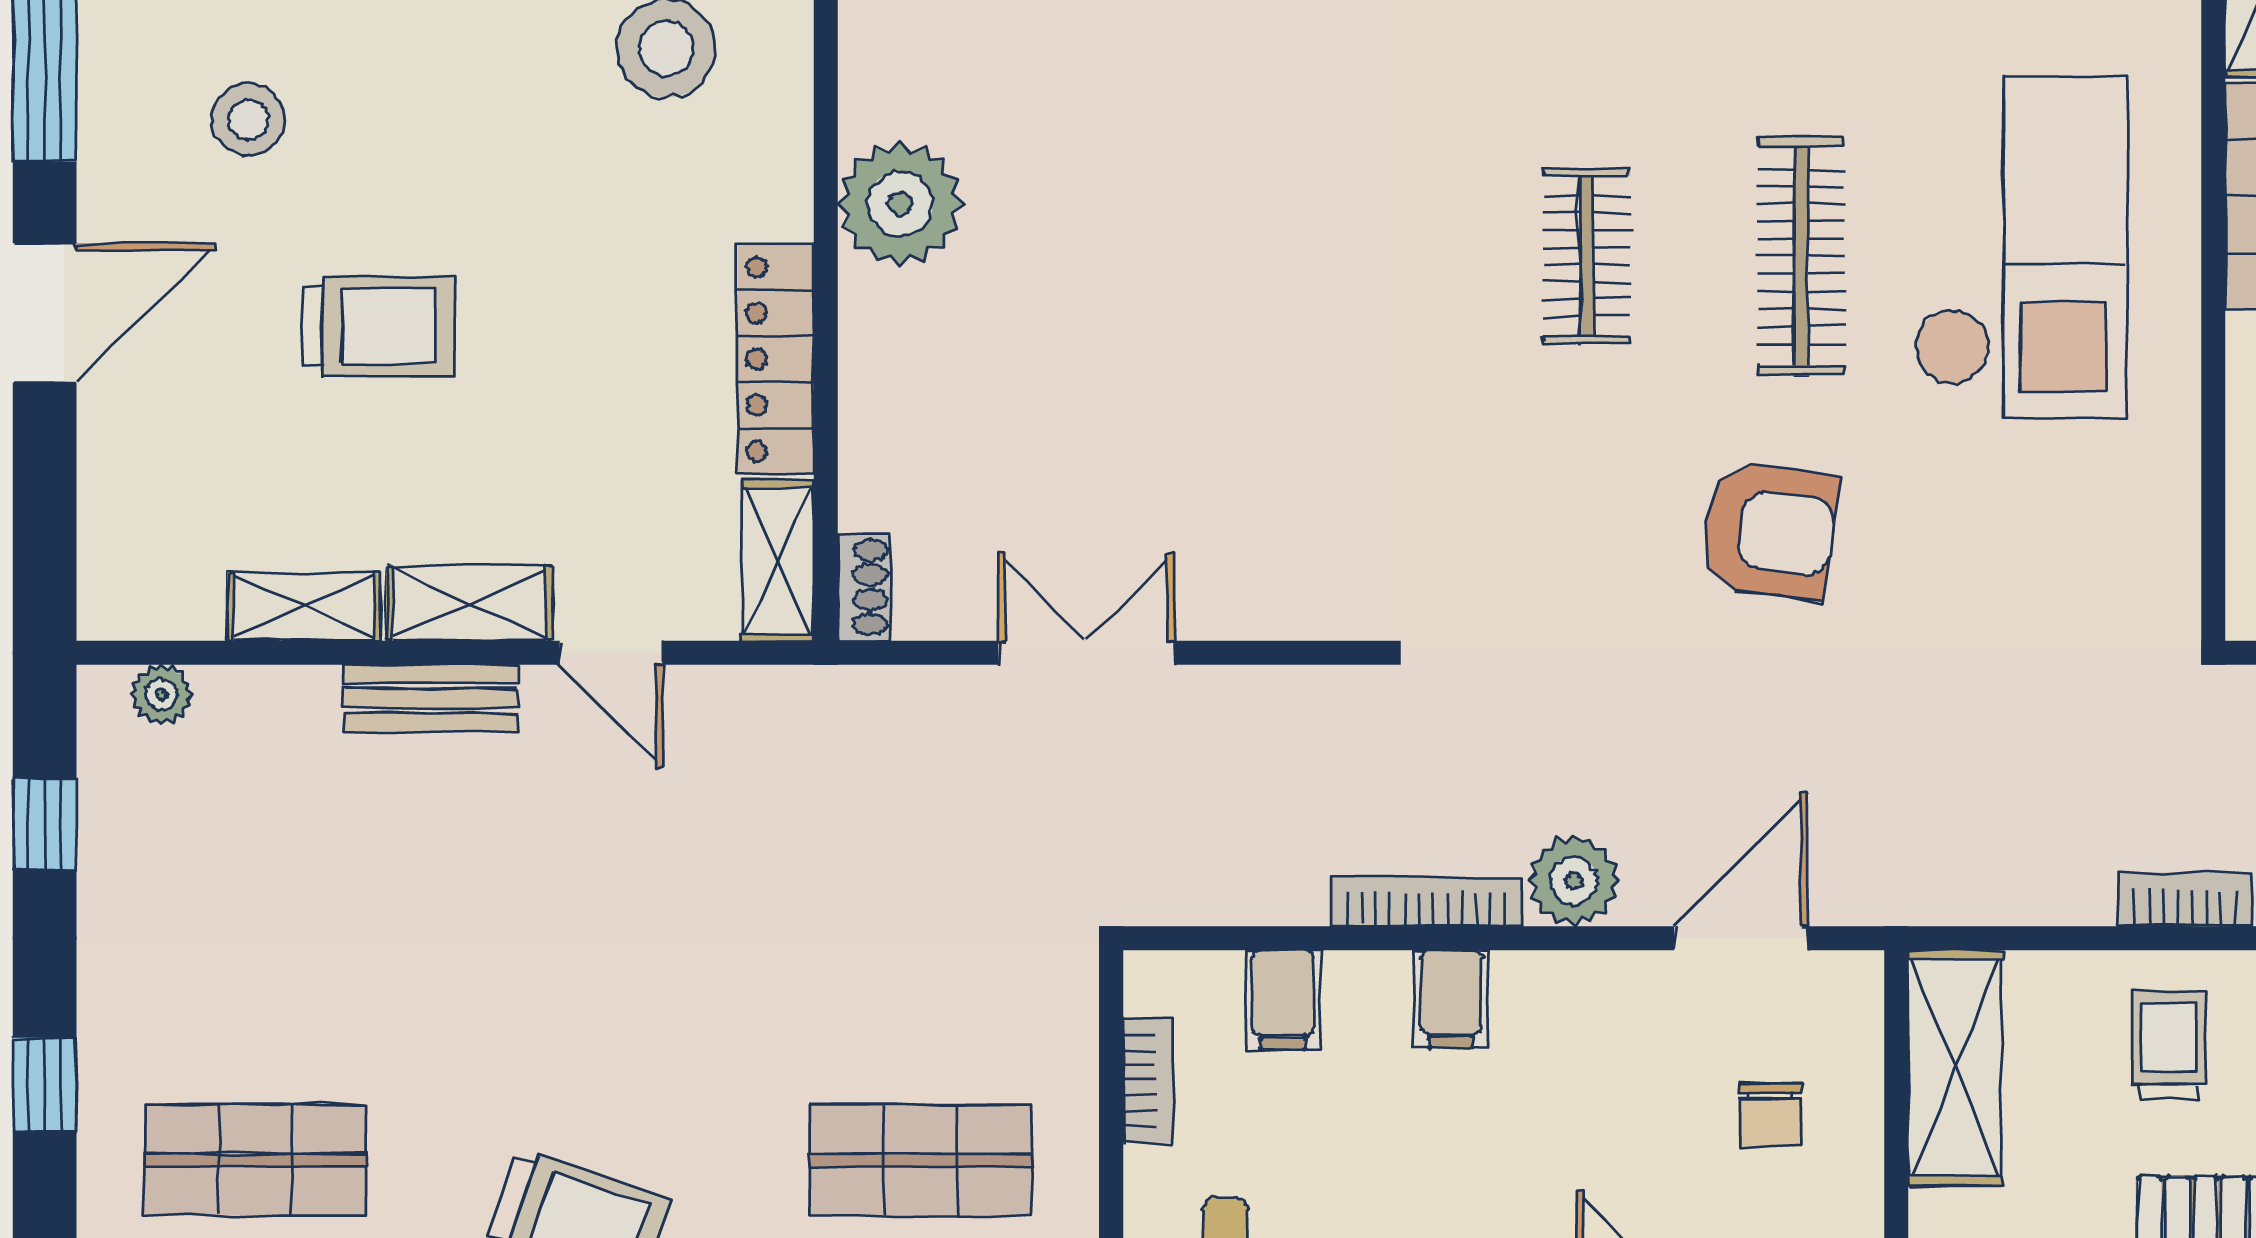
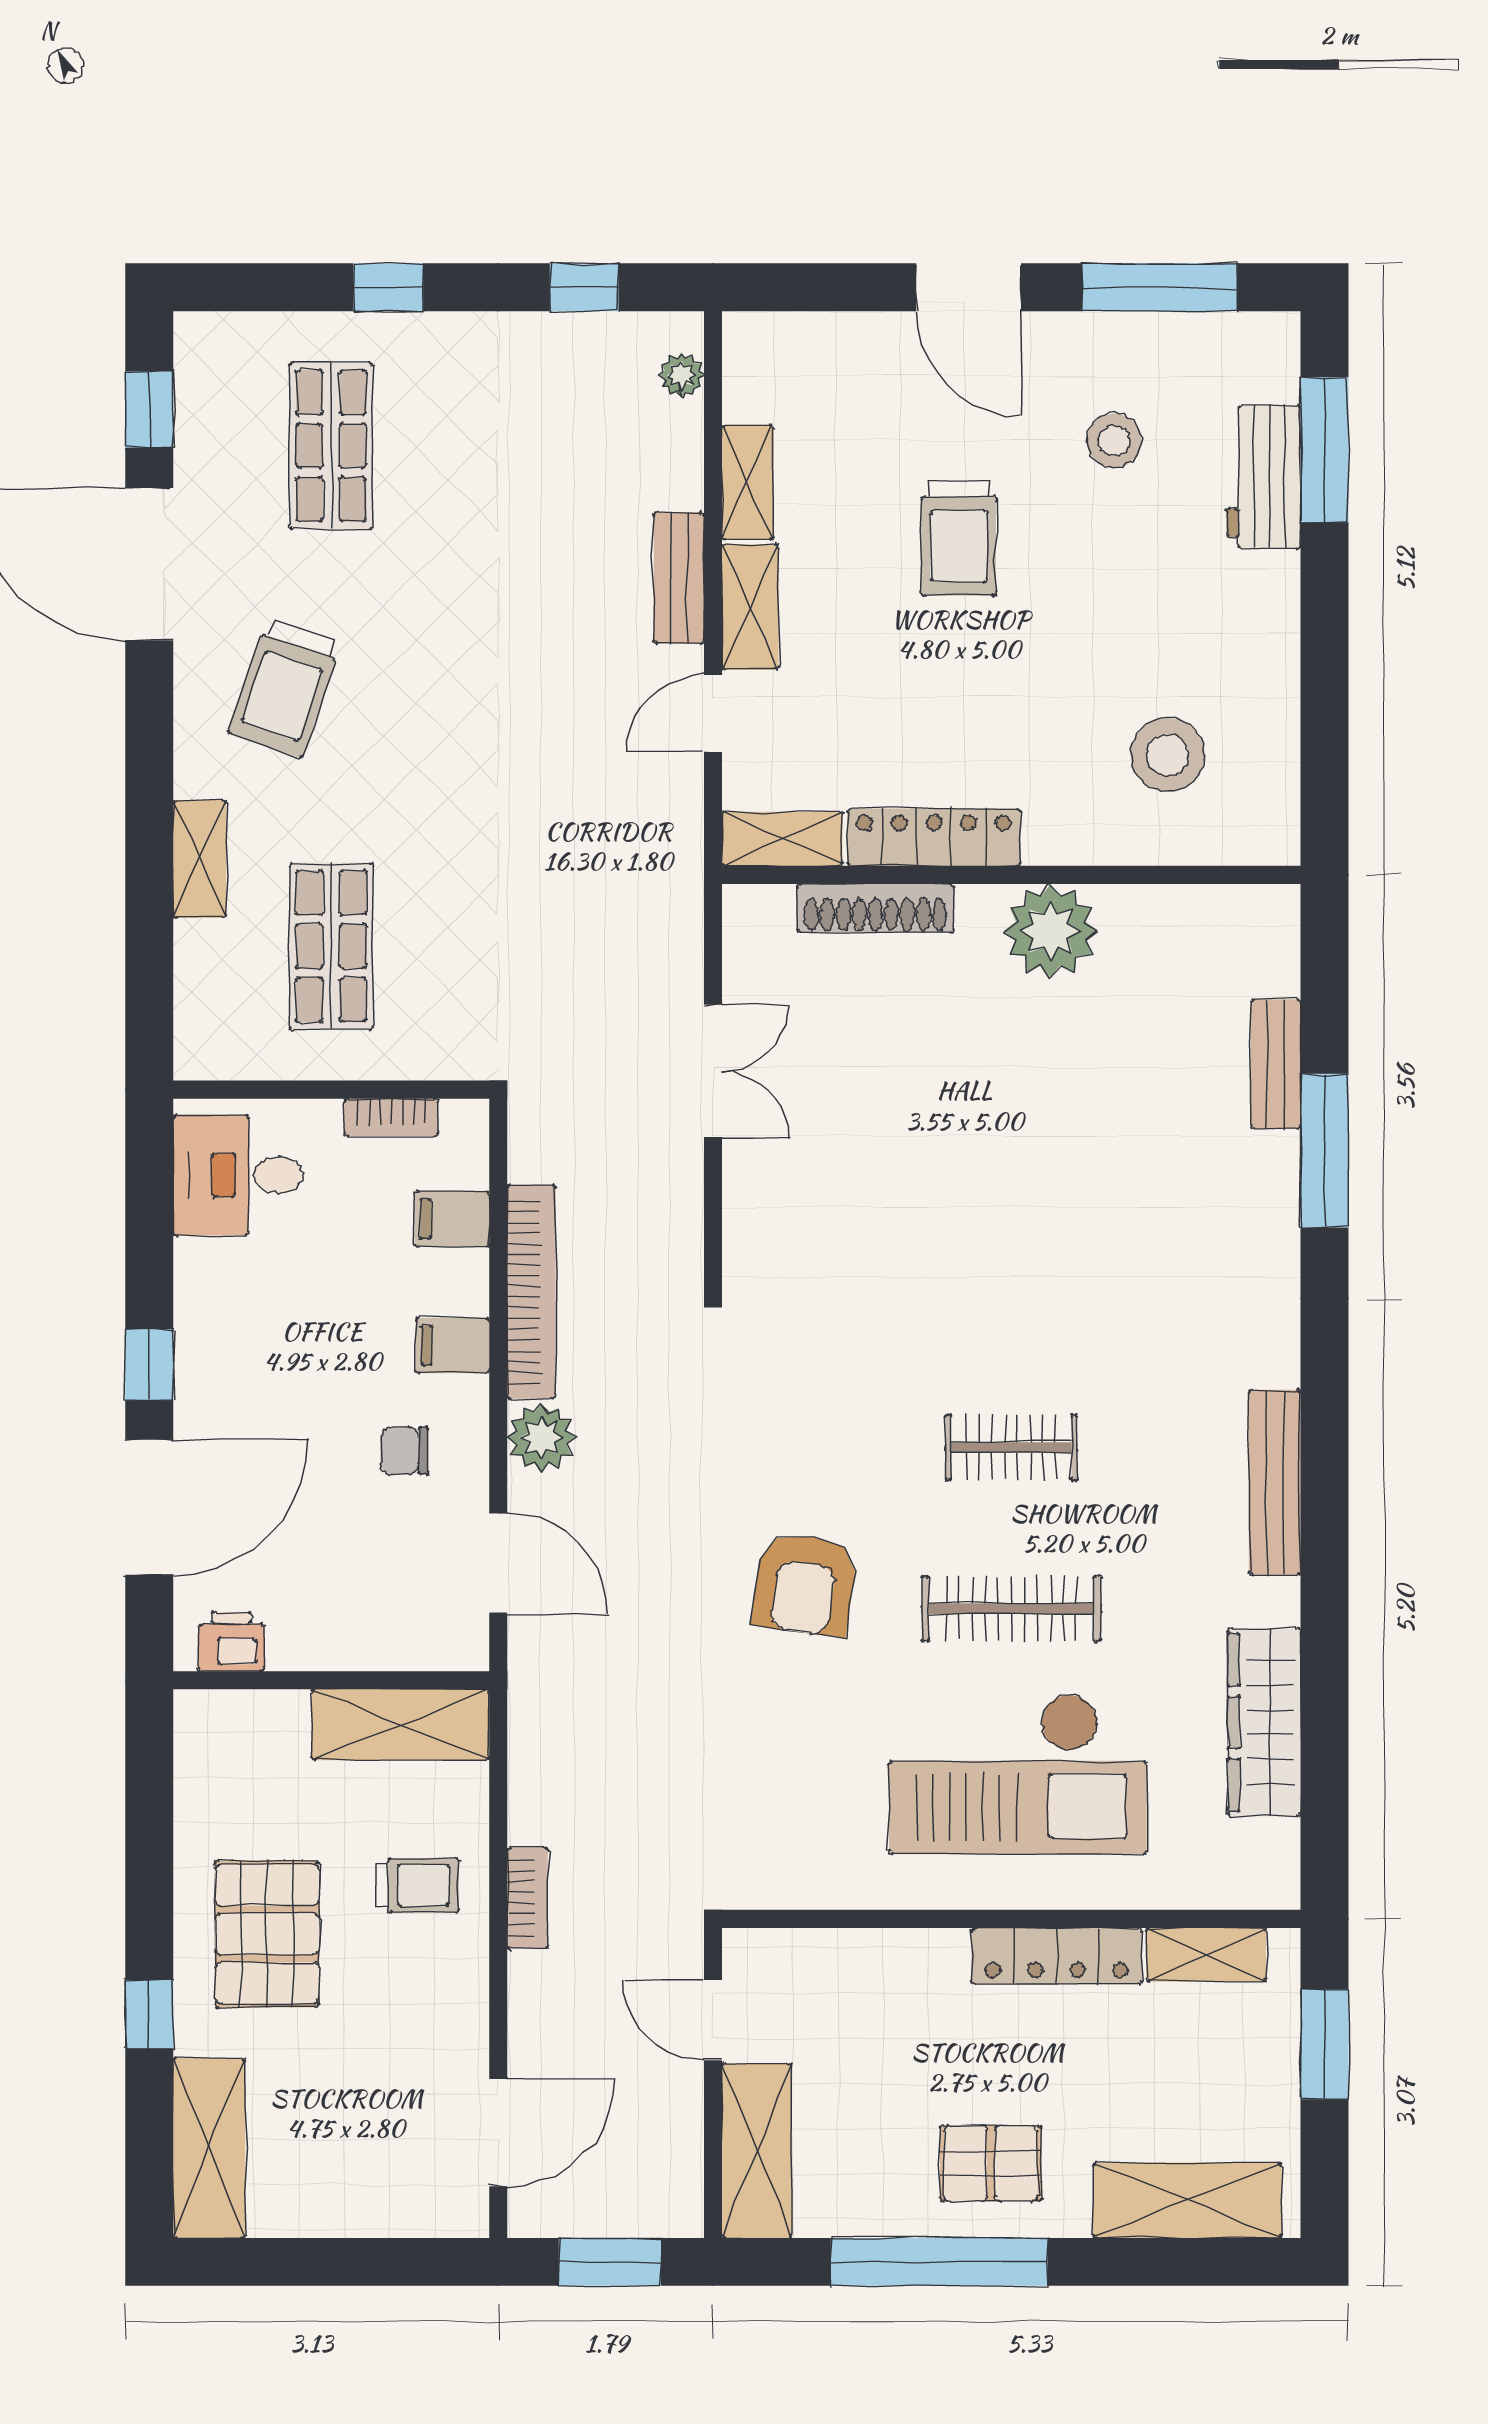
shoe rack: (864, 587) -> (875, 908), moved, width x1.94, depth x1.24
bookcase: (1426, 902) -> (531, 1292), width x1.48, depth x1.31
chair: (1771, 1115) -> (404, 1451), moved

